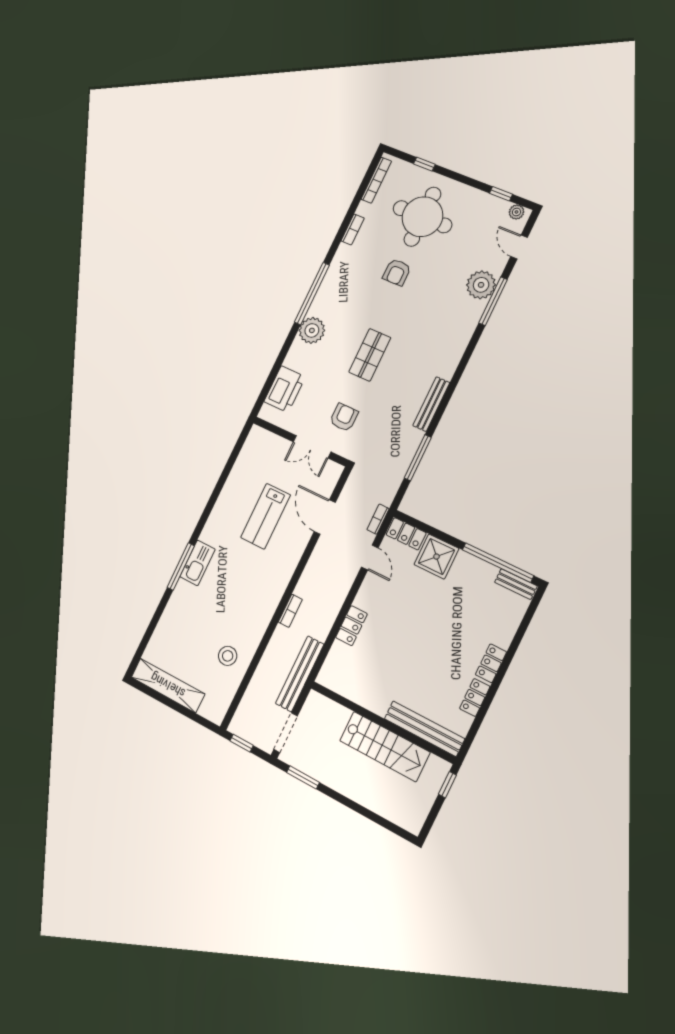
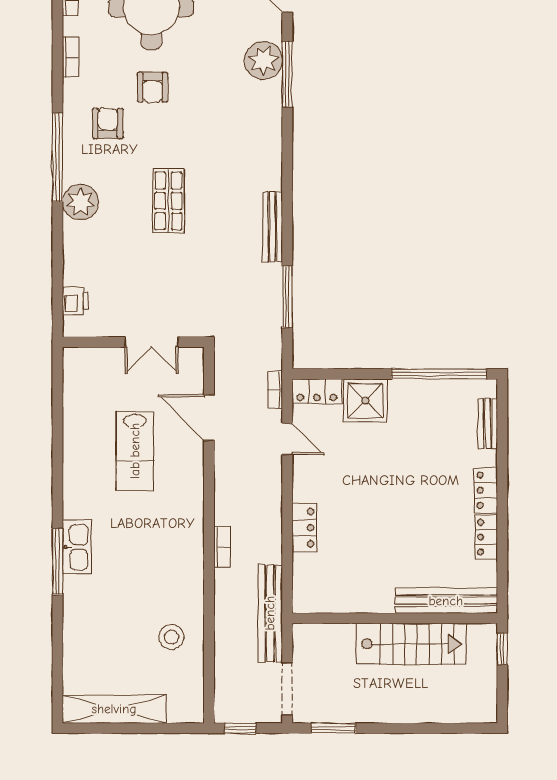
printer: (285, 389) -> (75, 301), width x0.53, depth x0.68
armchair: (344, 417) -> (108, 123), moved
bench: (516, 584) -> (488, 424), moved, turned 90

